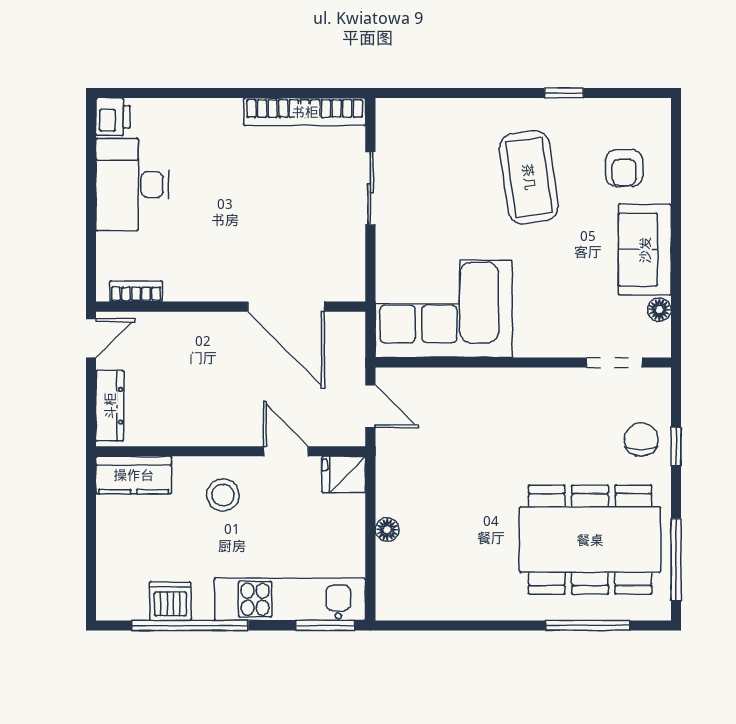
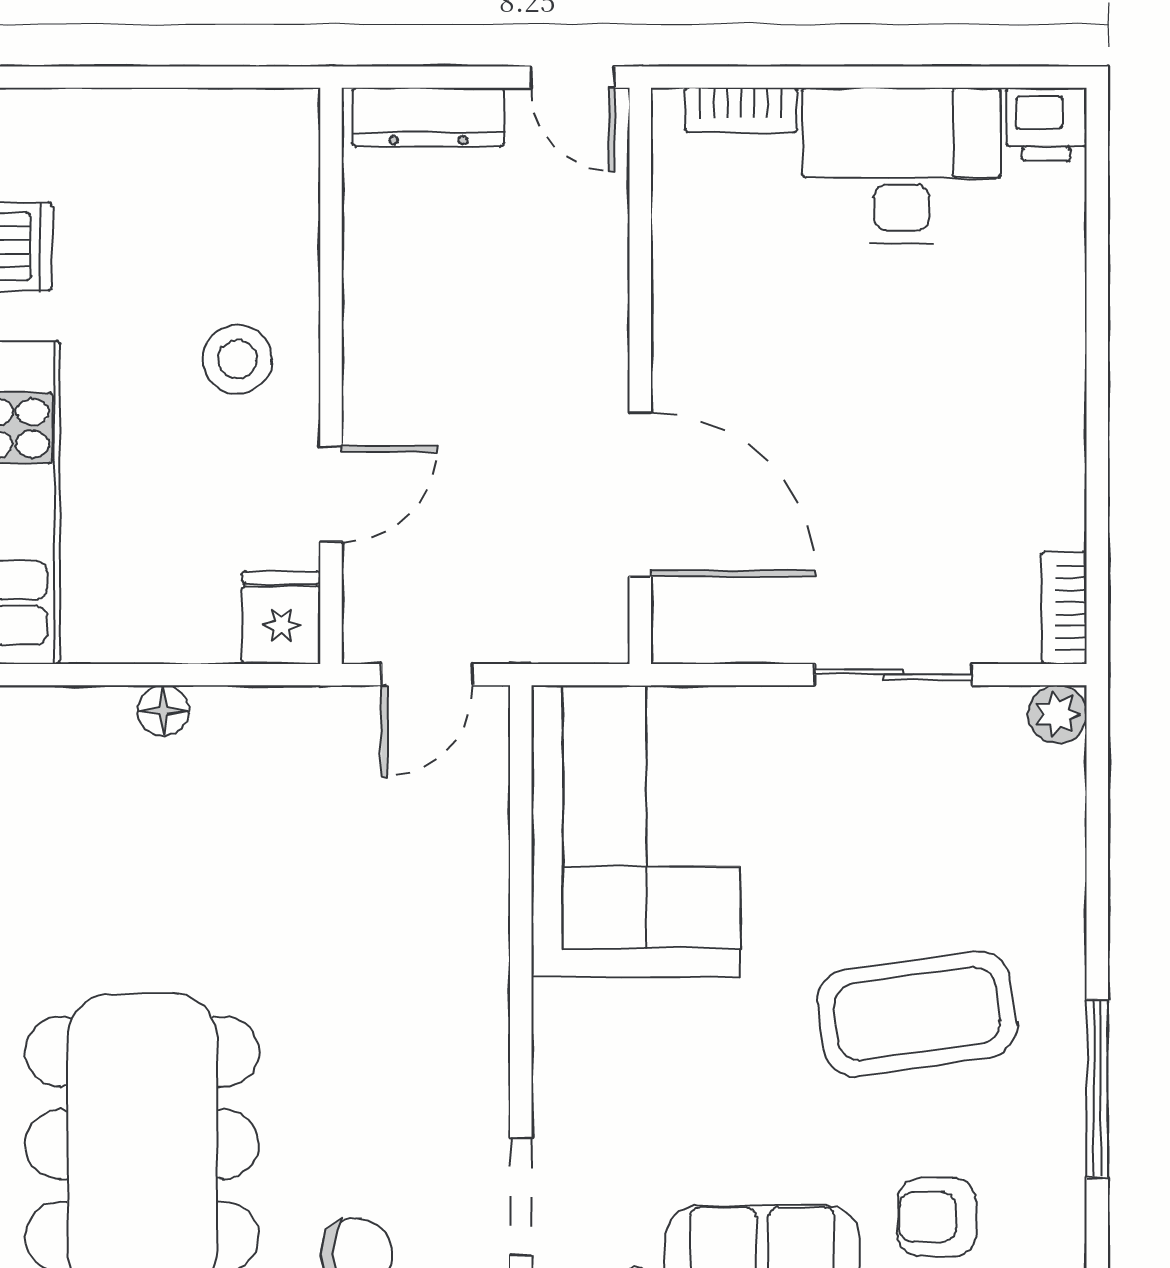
window: (564, 93) -> (1097, 1089), width x2.17
bookcase: (305, 112) -> (1064, 608), width x0.43, depth x0.76
plant: (389, 112) -> (1058, 714), added
bookcase: (136, 291) -> (741, 110), moved, turned 90
door: (286, 307) -> (640, 494), swing flipped
kitchen counter: (134, 475) -> (280, 168), removed

